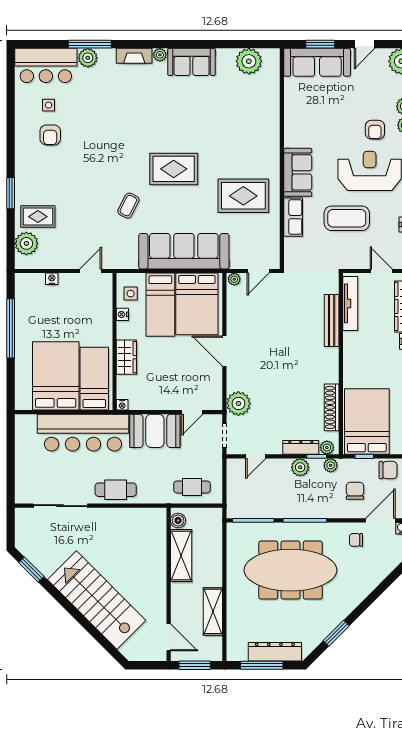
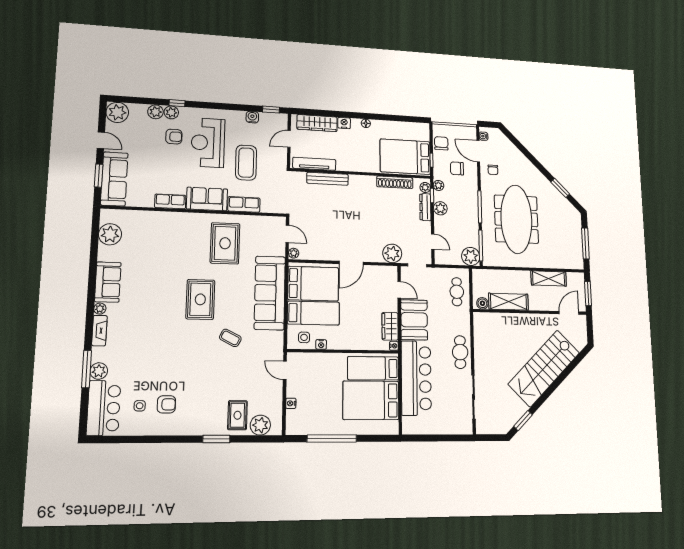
row of seats: (292, 129) -> (170, 201), added
wardrobe: (126, 357) -> (390, 326), moved, turned -90
plant: (238, 506) -> (471, 256), added
dresser: (275, 652) -> (575, 233), removed

